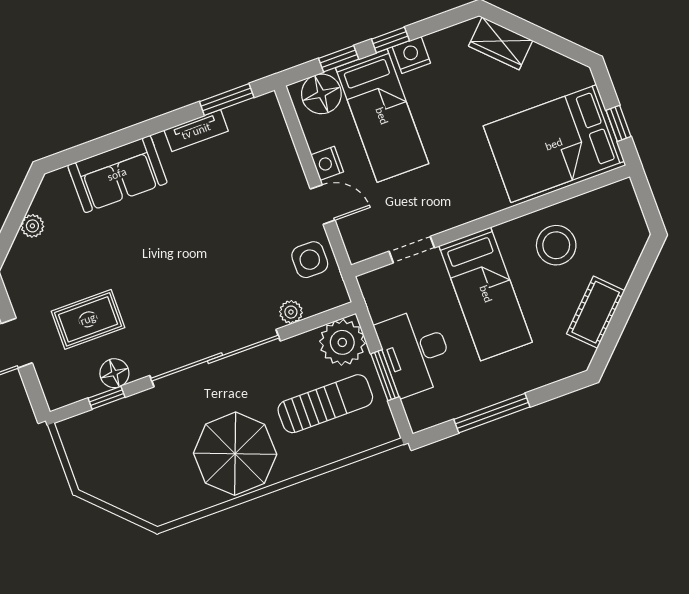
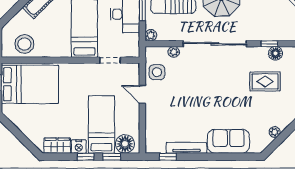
wardrobe: (501, 43) -> (57, 146), moved, turned -45
window: (227, 99) -> (168, 157), width x0.67
tv unit: (196, 131) -> (186, 148), width x1.41
nightstand: (327, 163) -> (134, 112), removed
stool: (556, 245) -> (24, 44), moved
plant: (342, 342) -> (151, 35), width x0.53, depth x0.53
floor lamp: (114, 373) -> (276, 53), moved

